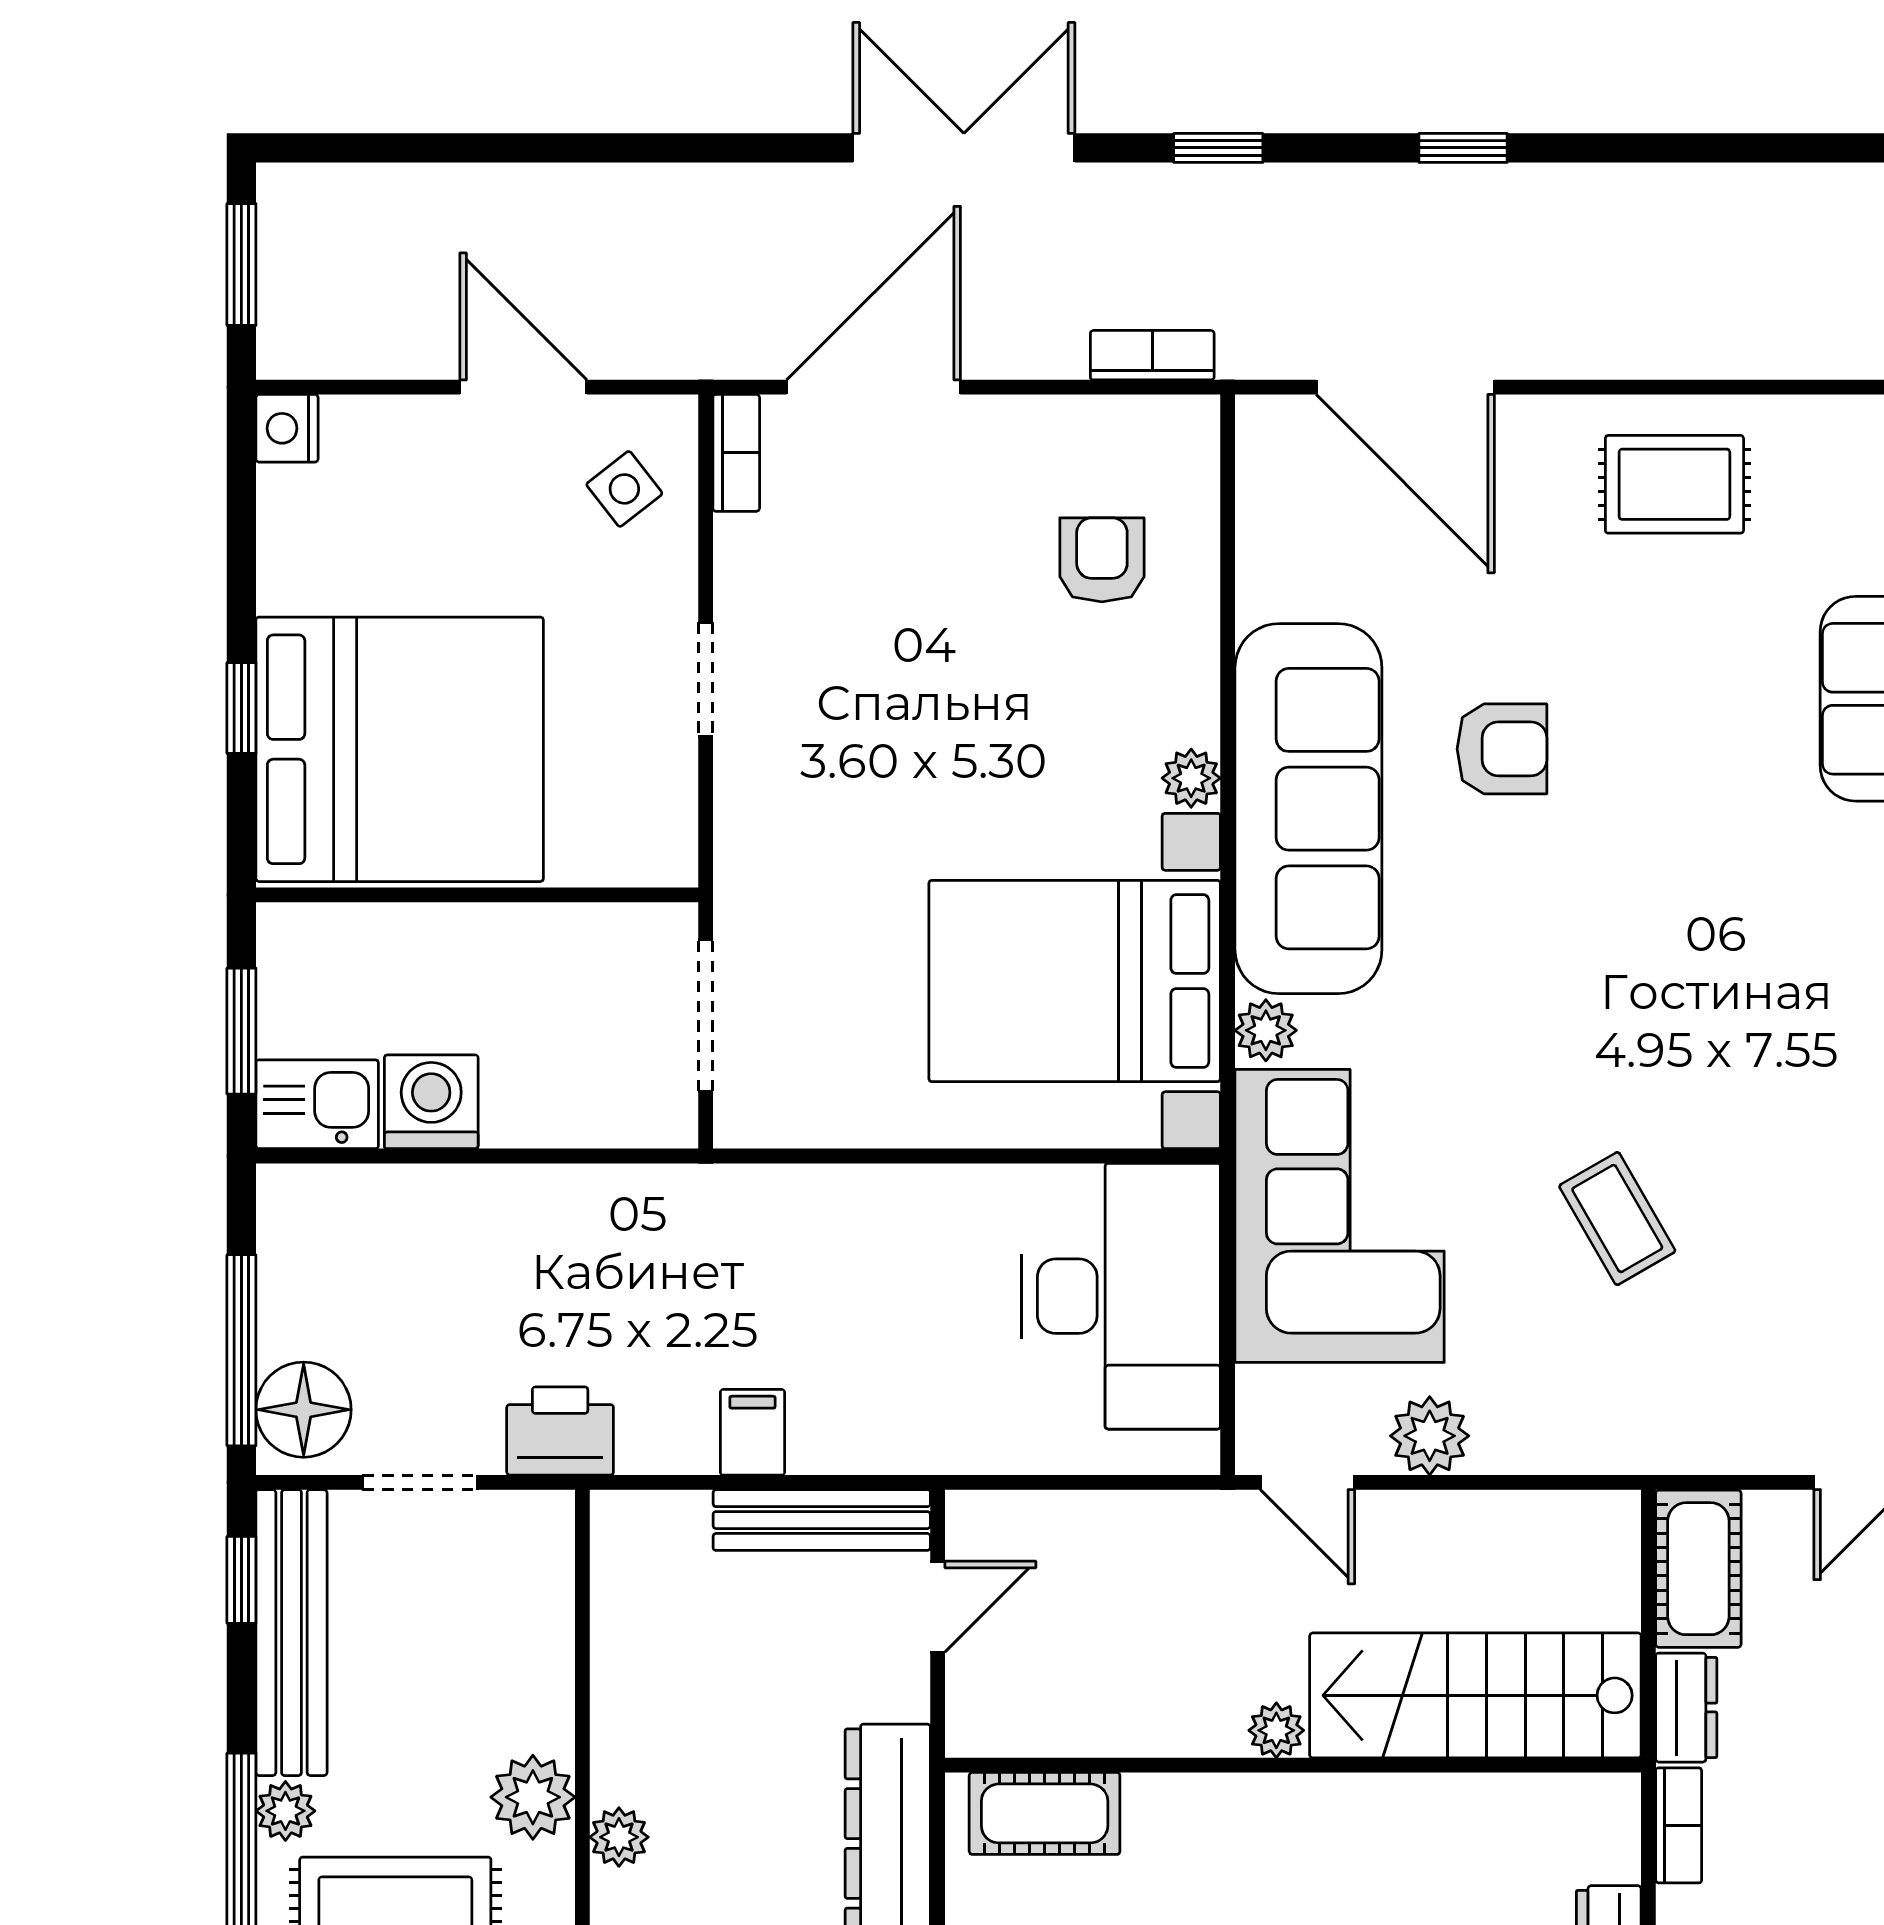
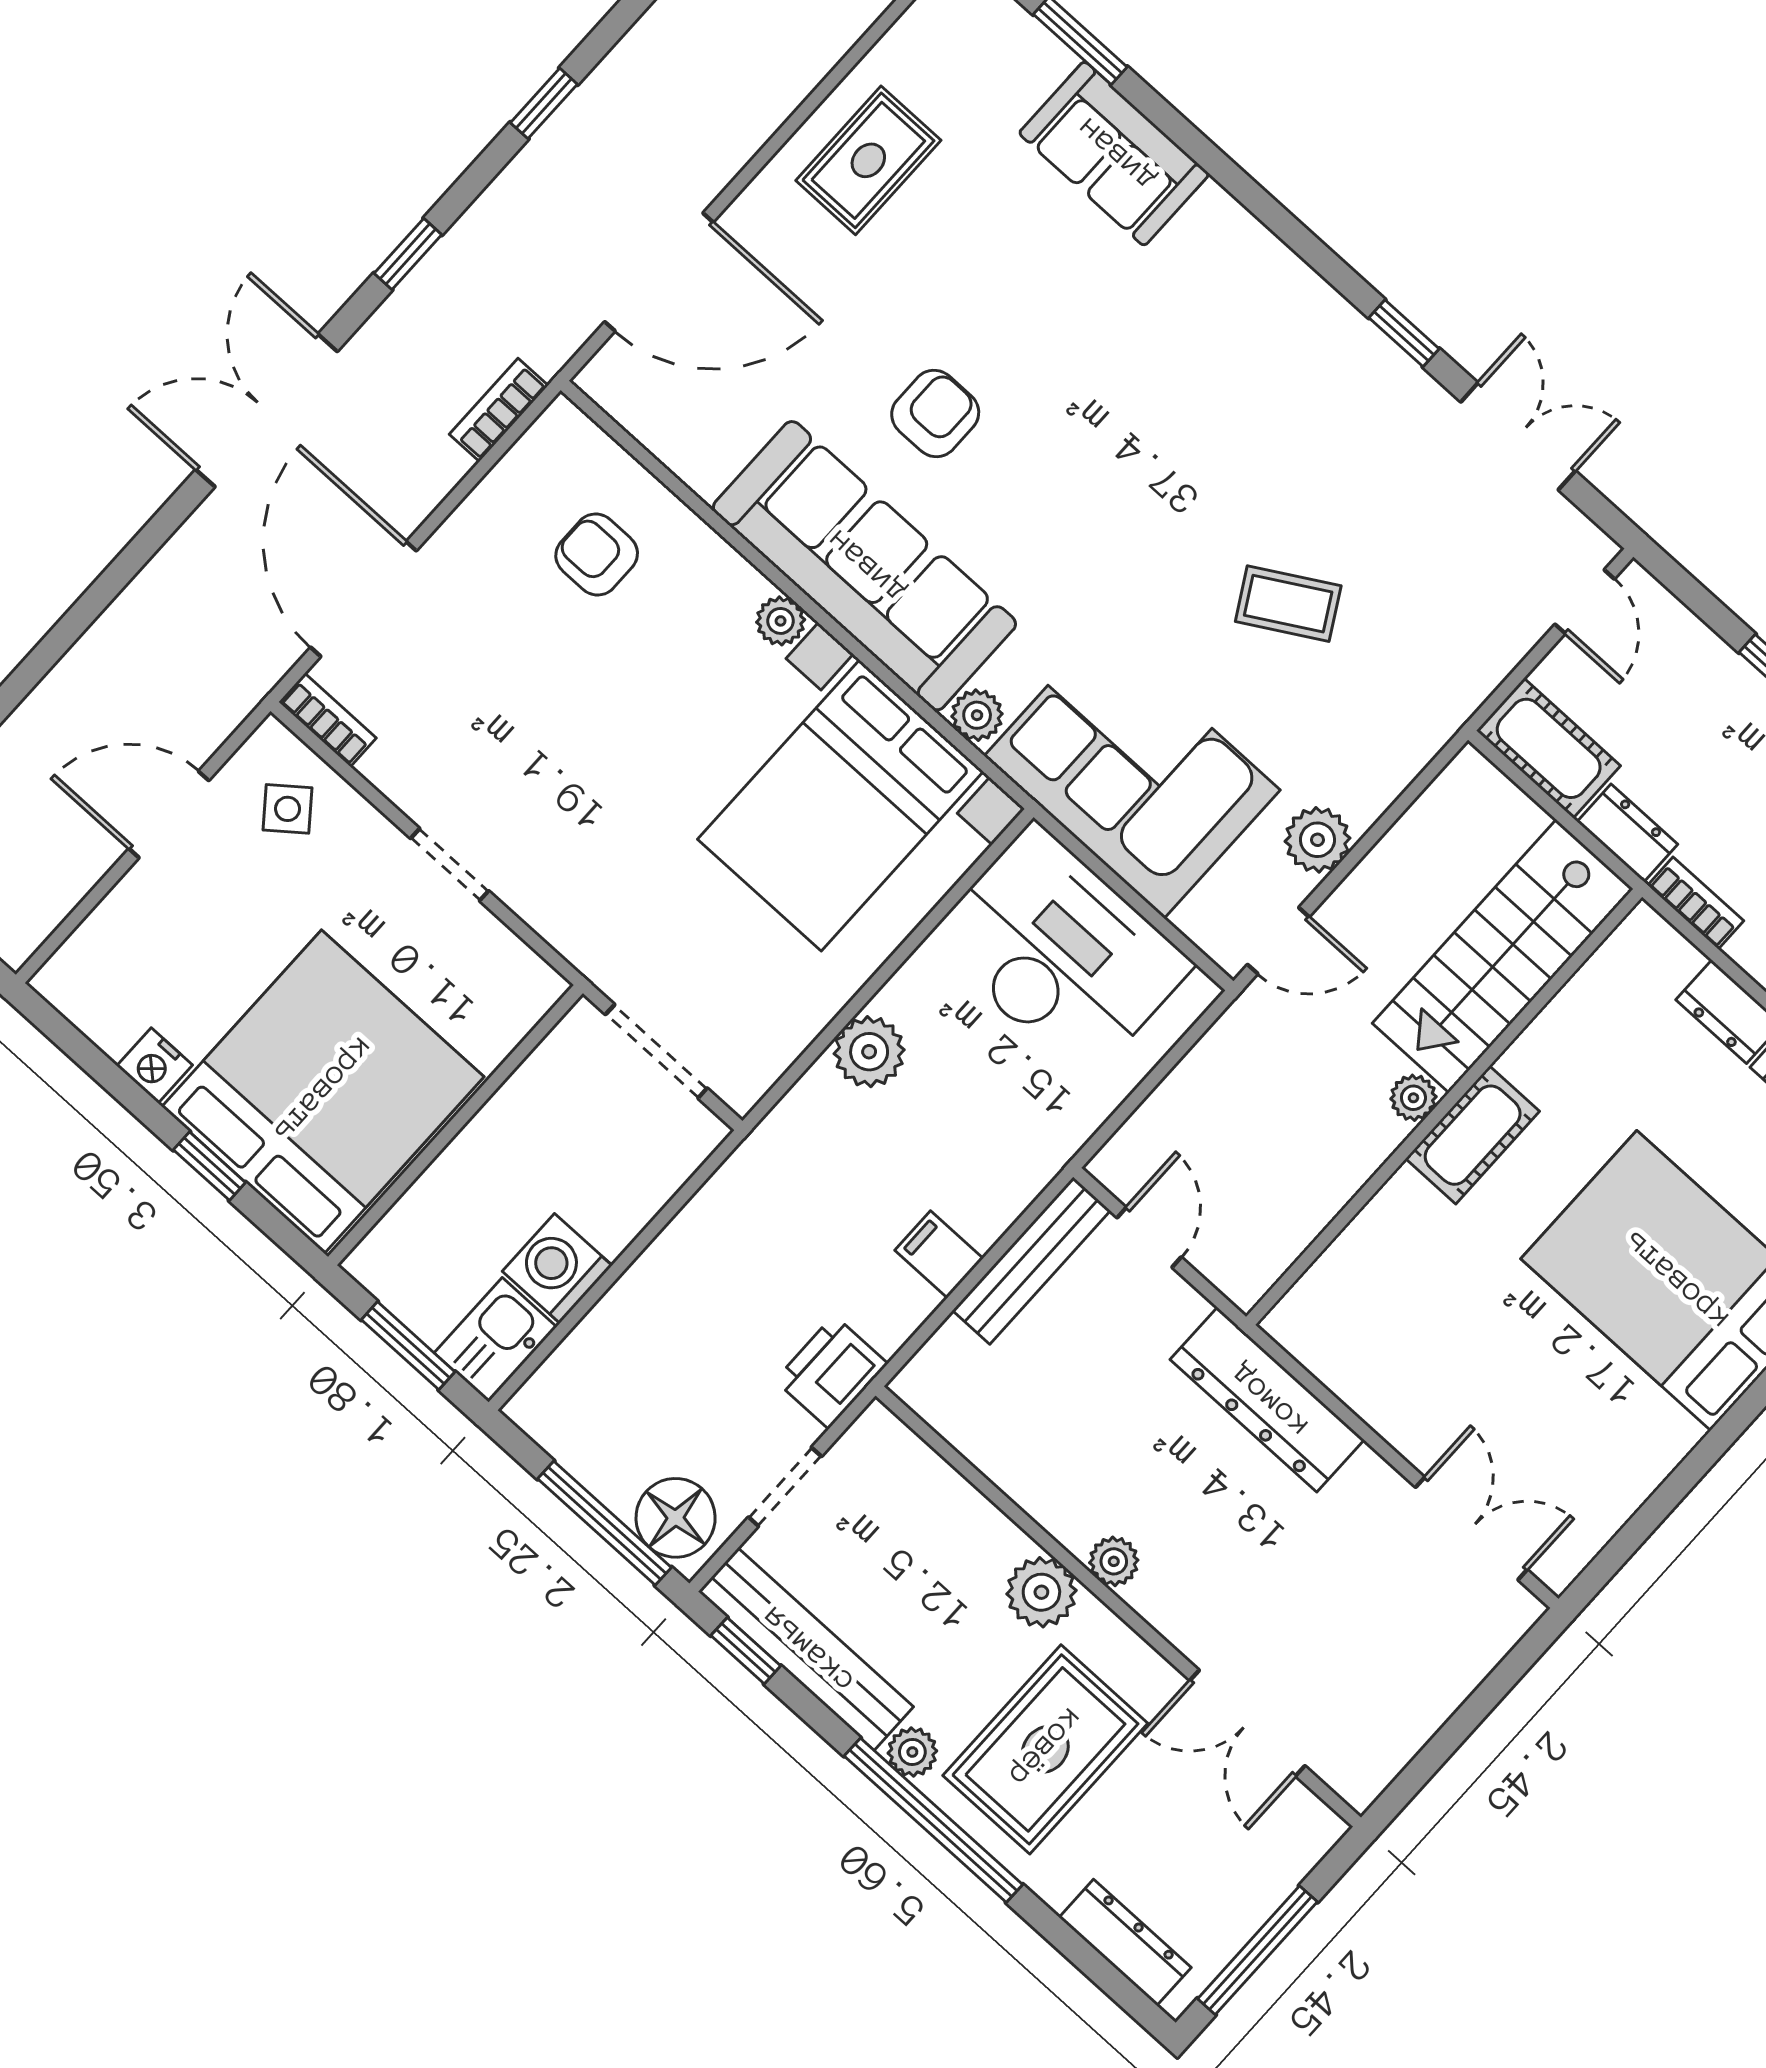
nightstand: (287, 428) -> (155, 1066), moved
plant: (877, 1206) -> (869, 1052), added
cot: (1045, 1813) -> (1473, 1135), moved

